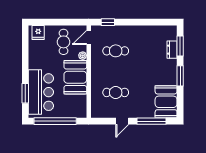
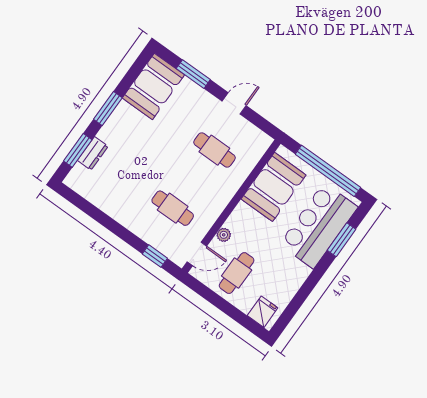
booth: (75, 77) -> (274, 187), moved
window: (151, 121) -> (193, 74), width x0.69

